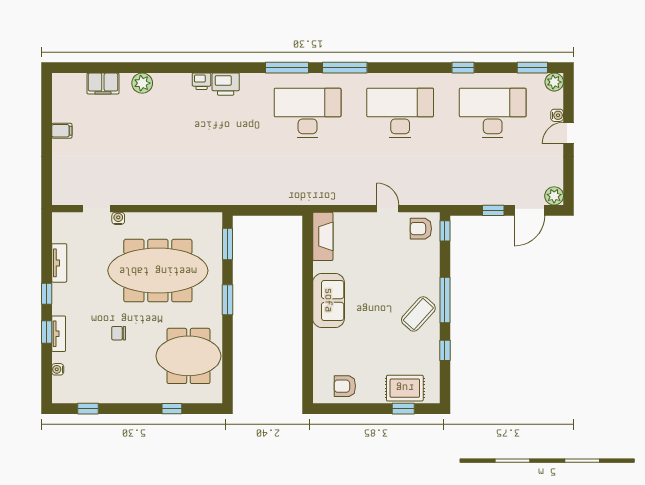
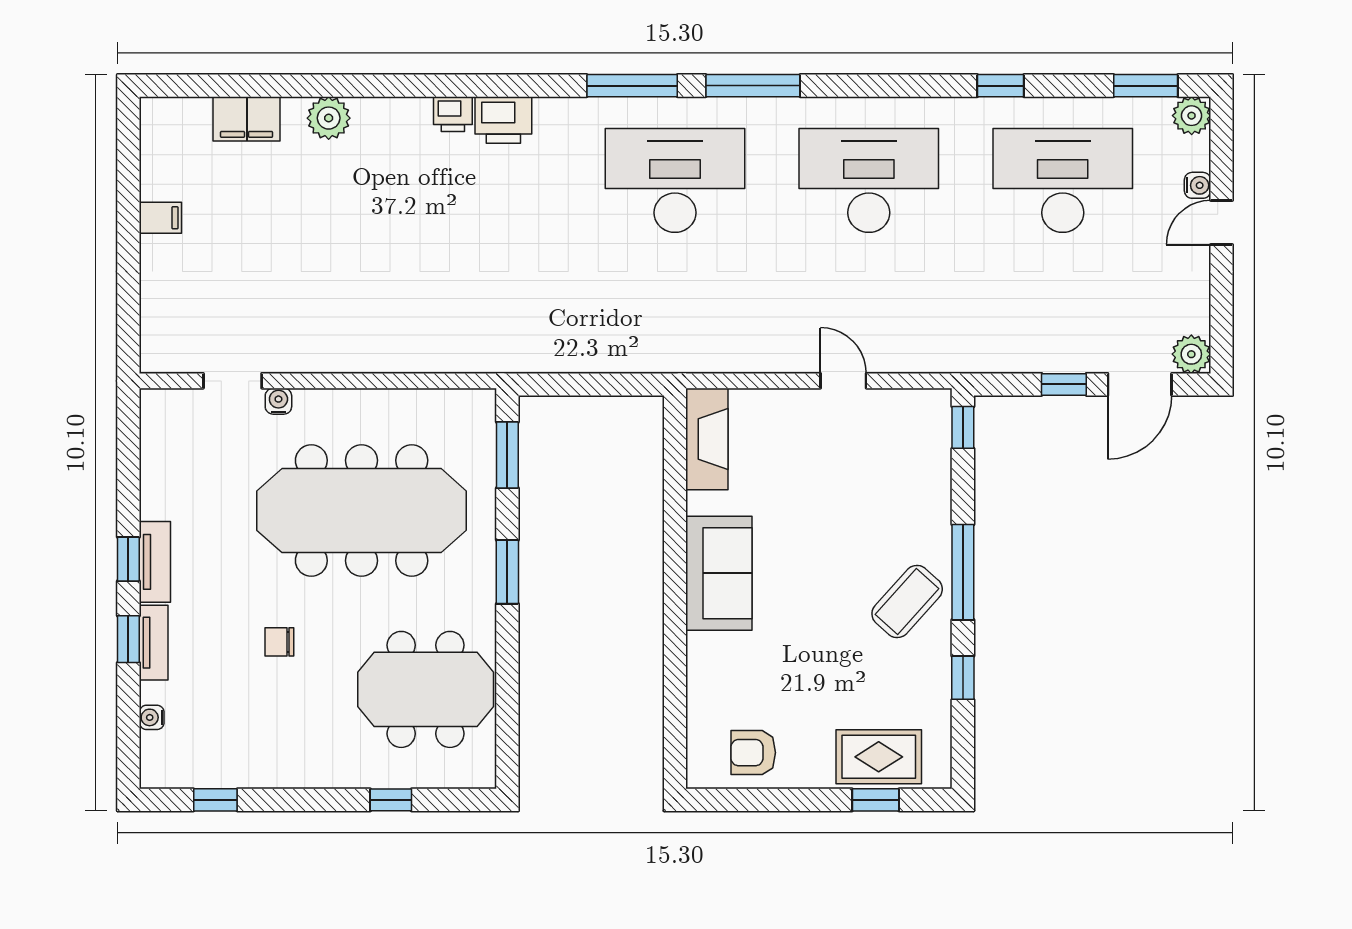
armchair: (421, 229) -> (912, 423), removed
tv unit: (59, 263) -> (155, 562), moved

